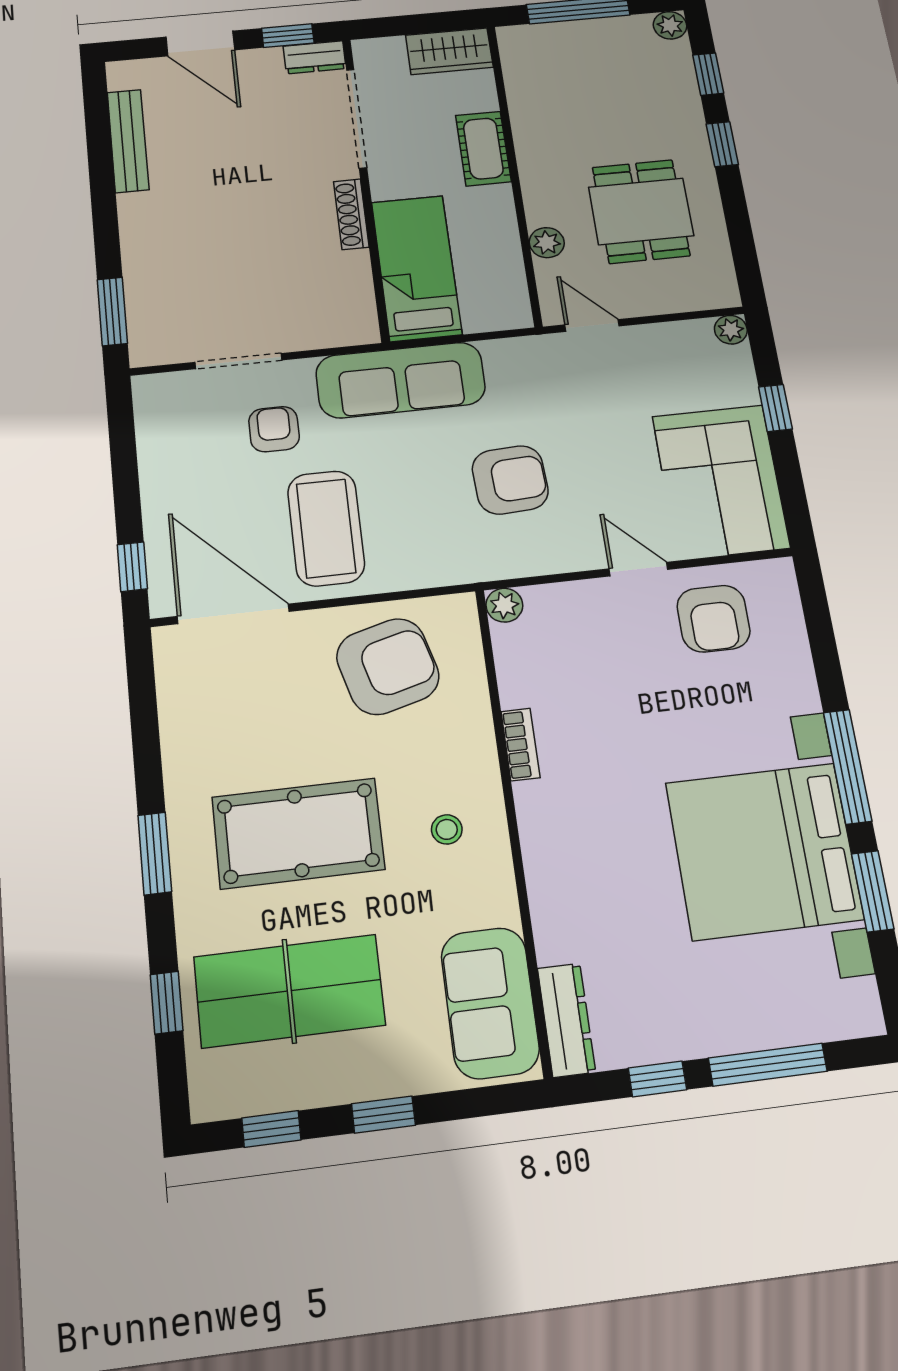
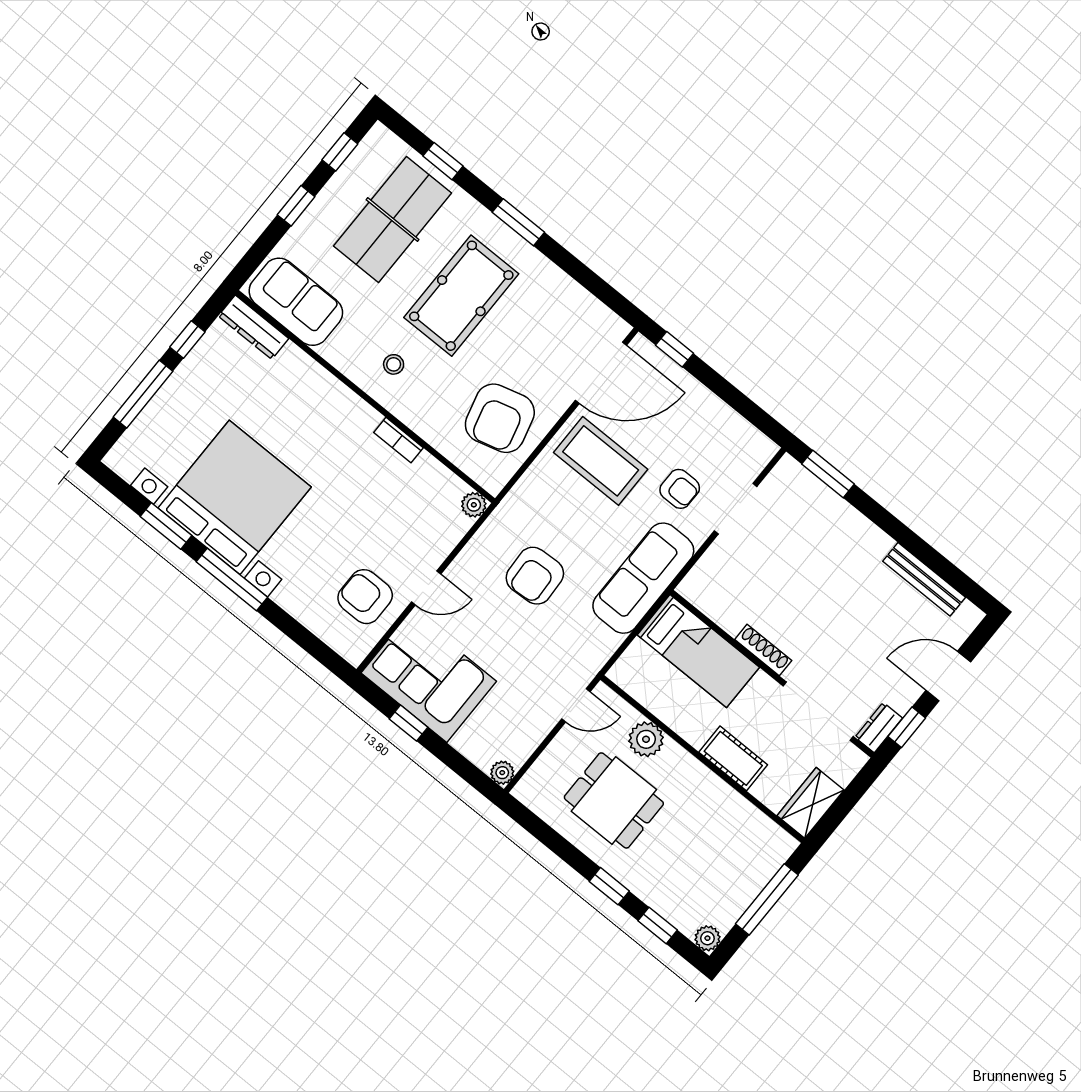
plant: (547, 243) -> (646, 739), width x1.38, depth x1.38
window: (775, 408) -> (409, 723), moved

